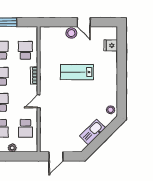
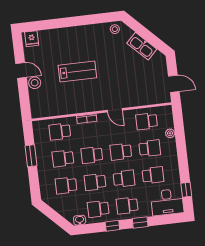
door: (84, 22) -> (21, 70), hinge flipped
fridge: (111, 45) -> (32, 39), moved
lab bench: (77, 72) -> (77, 71), turned -90
school desk: (25, 128) -> (147, 121), turned 180

